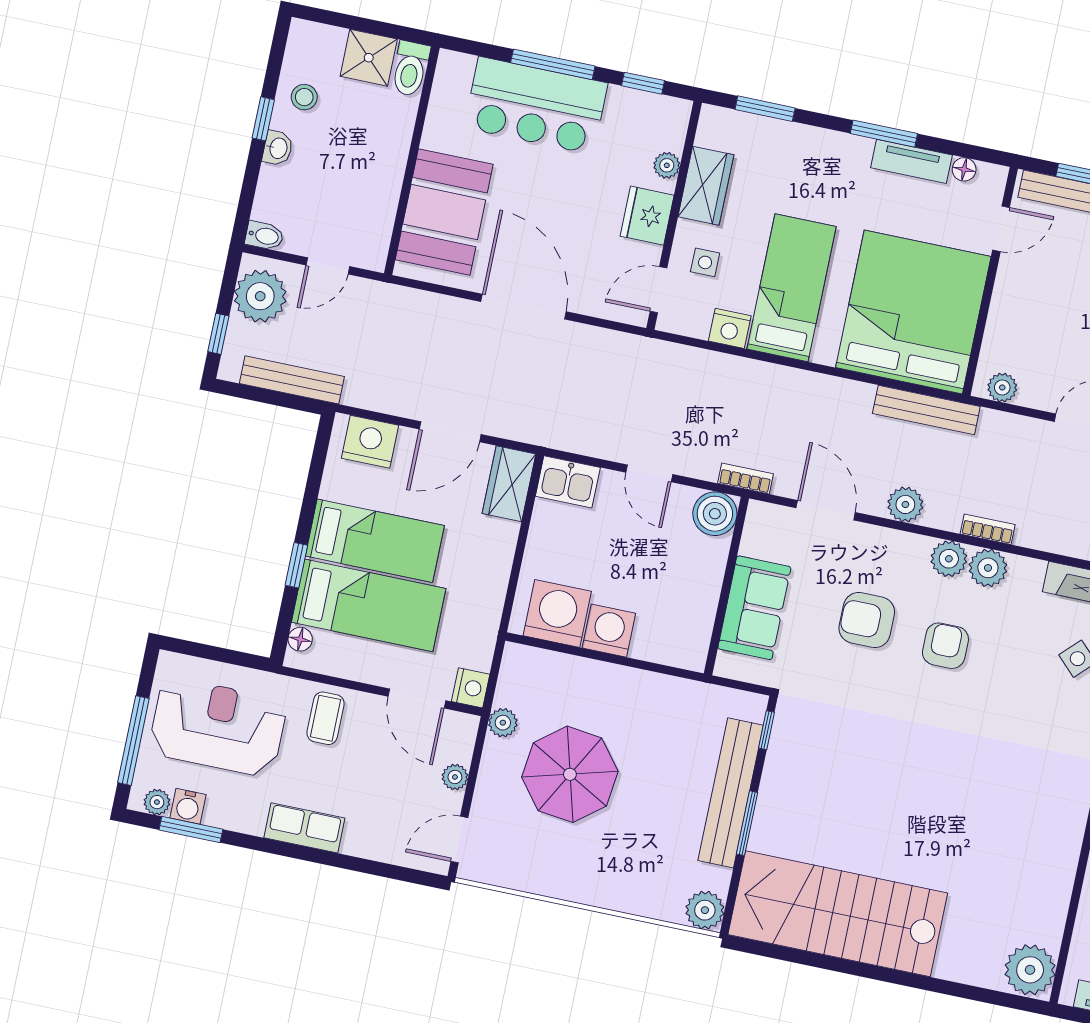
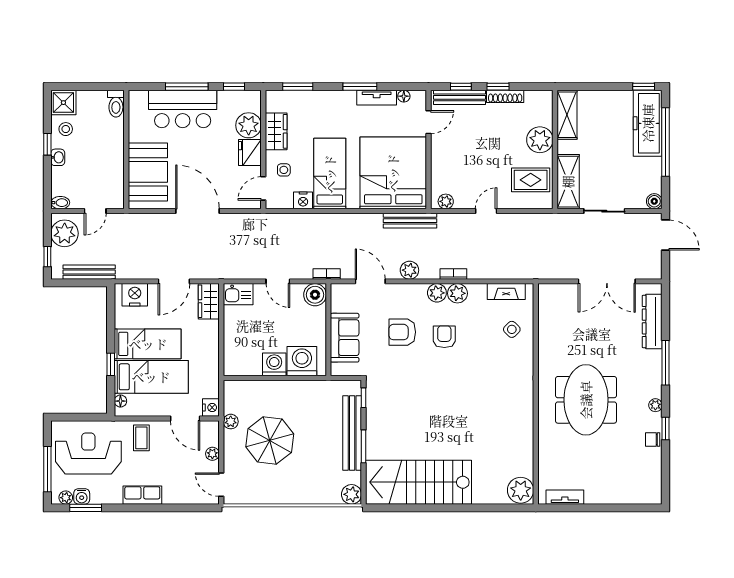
shower: (369, 58) -> (63, 103), moved
plant: (667, 165) -> (249, 125), width x1.88, depth x1.88
washing machine: (557, 613) -> (302, 361), moved
door: (459, 840) -> (221, 485), hinge flipped

